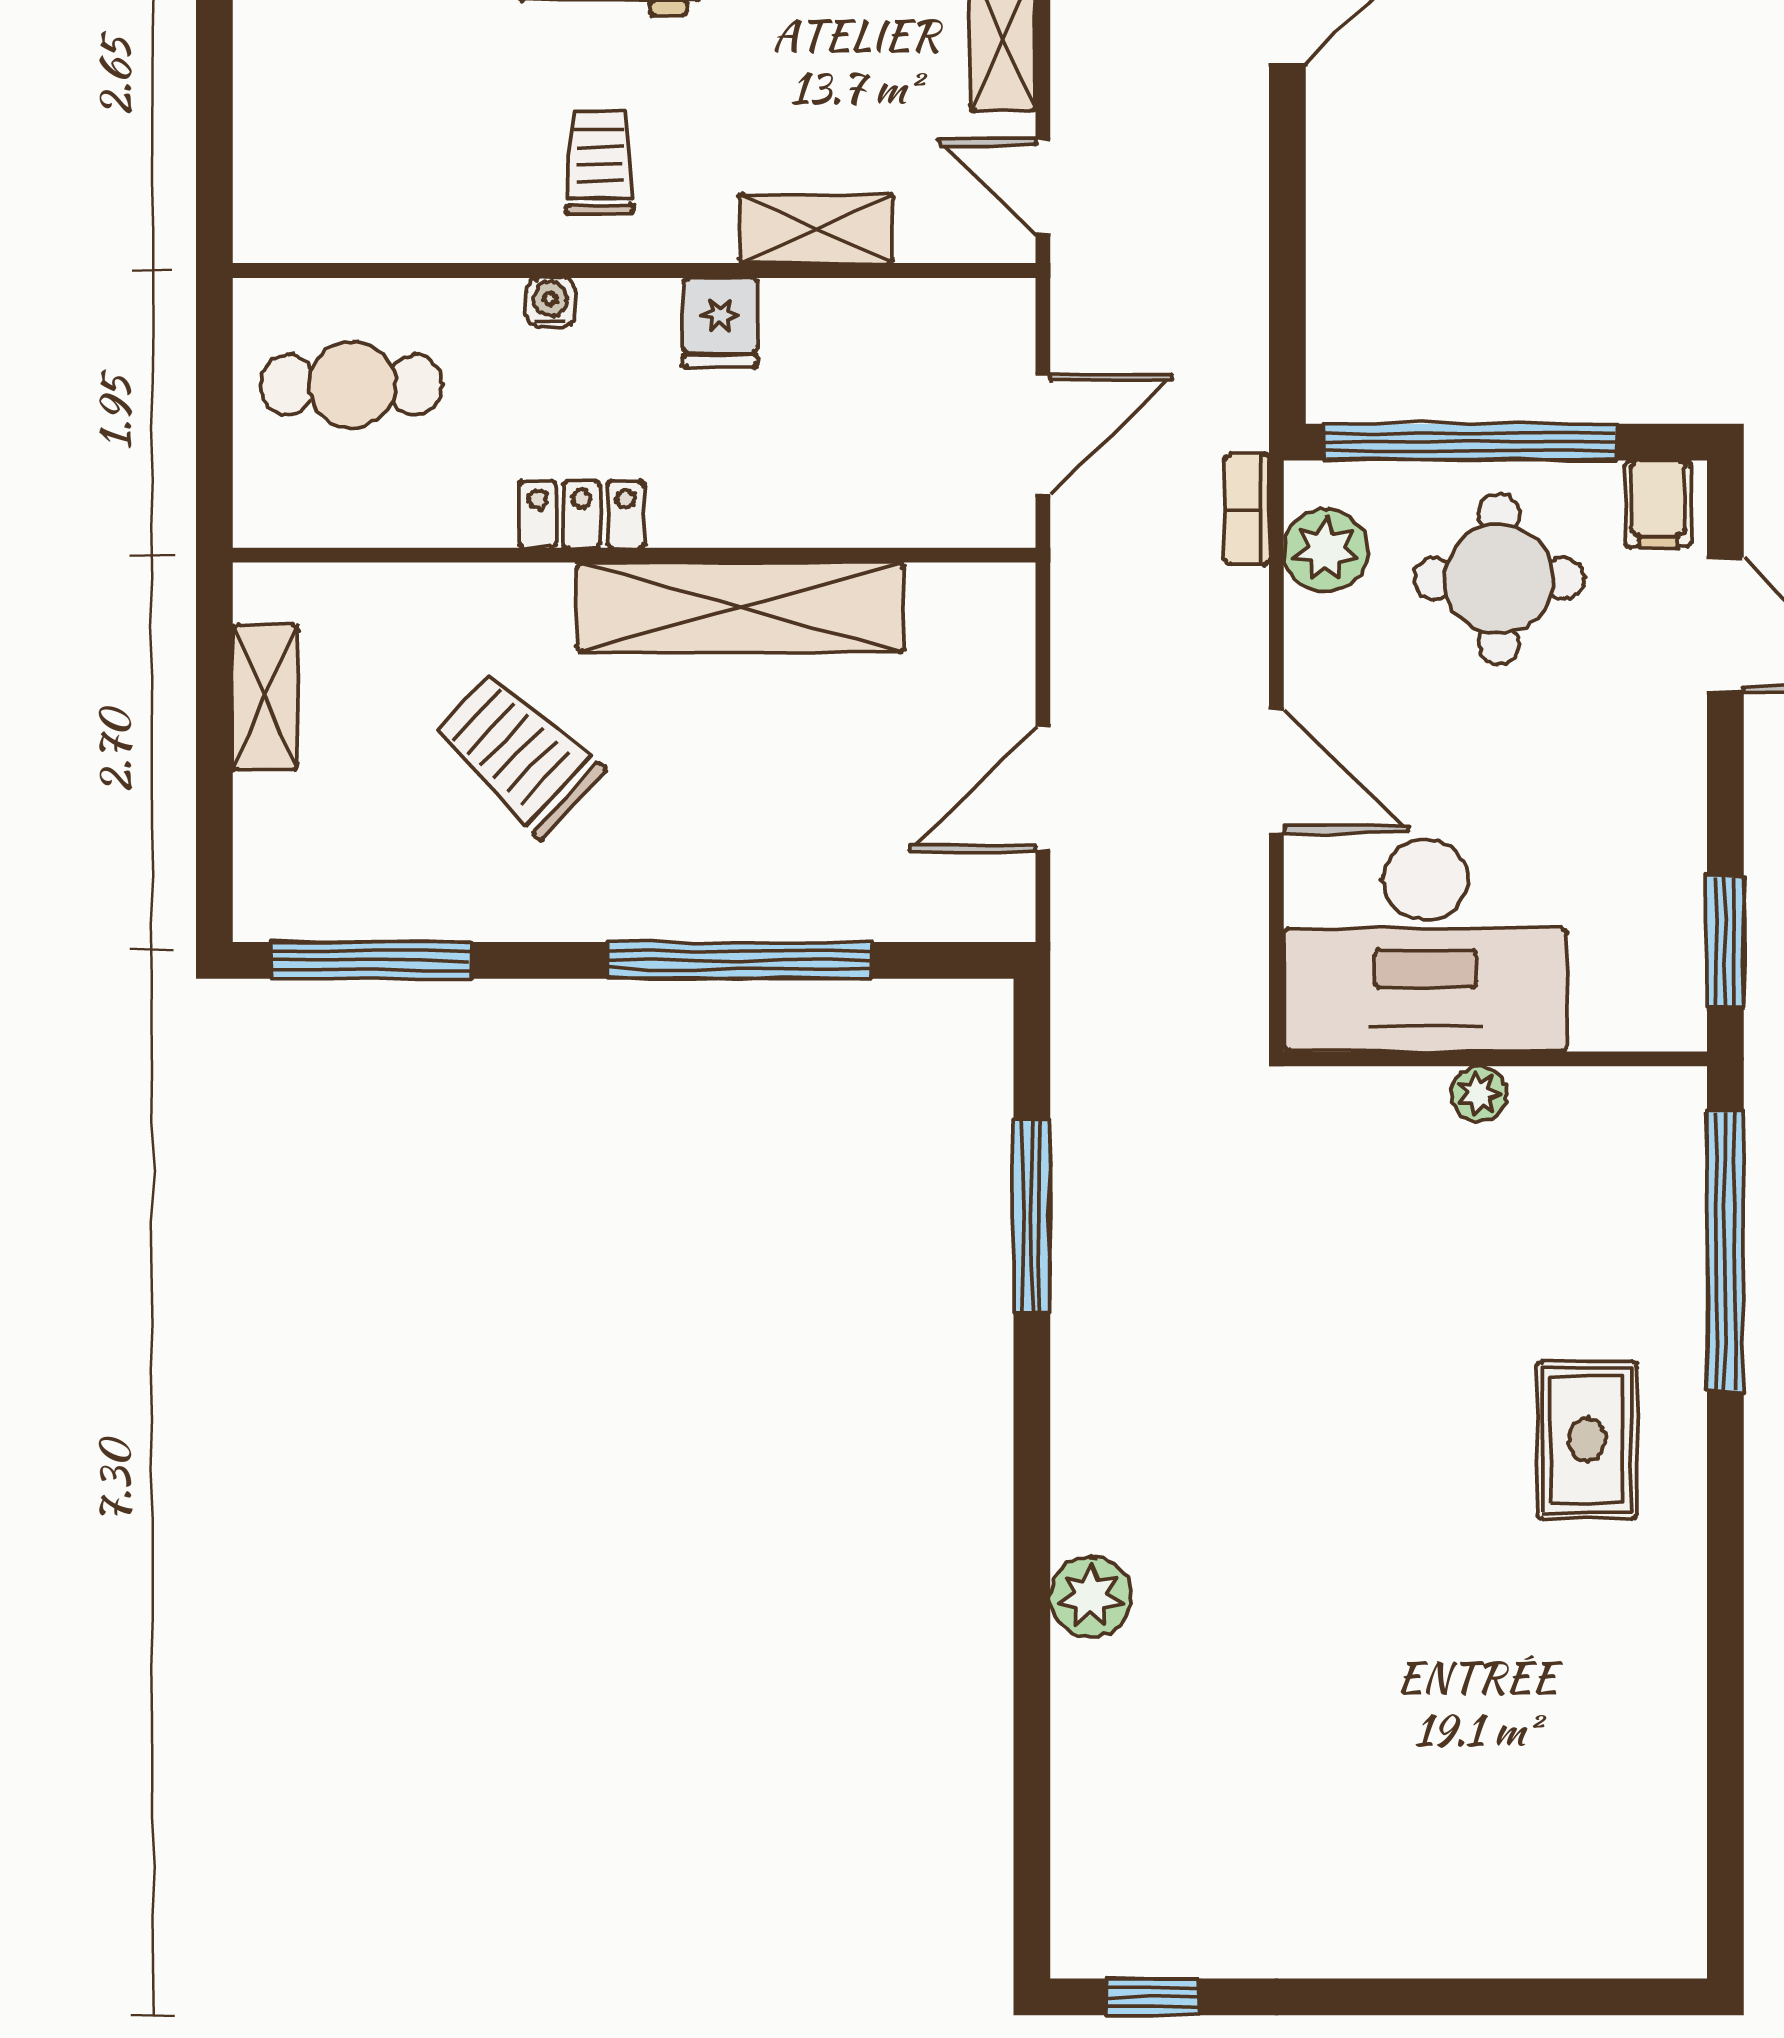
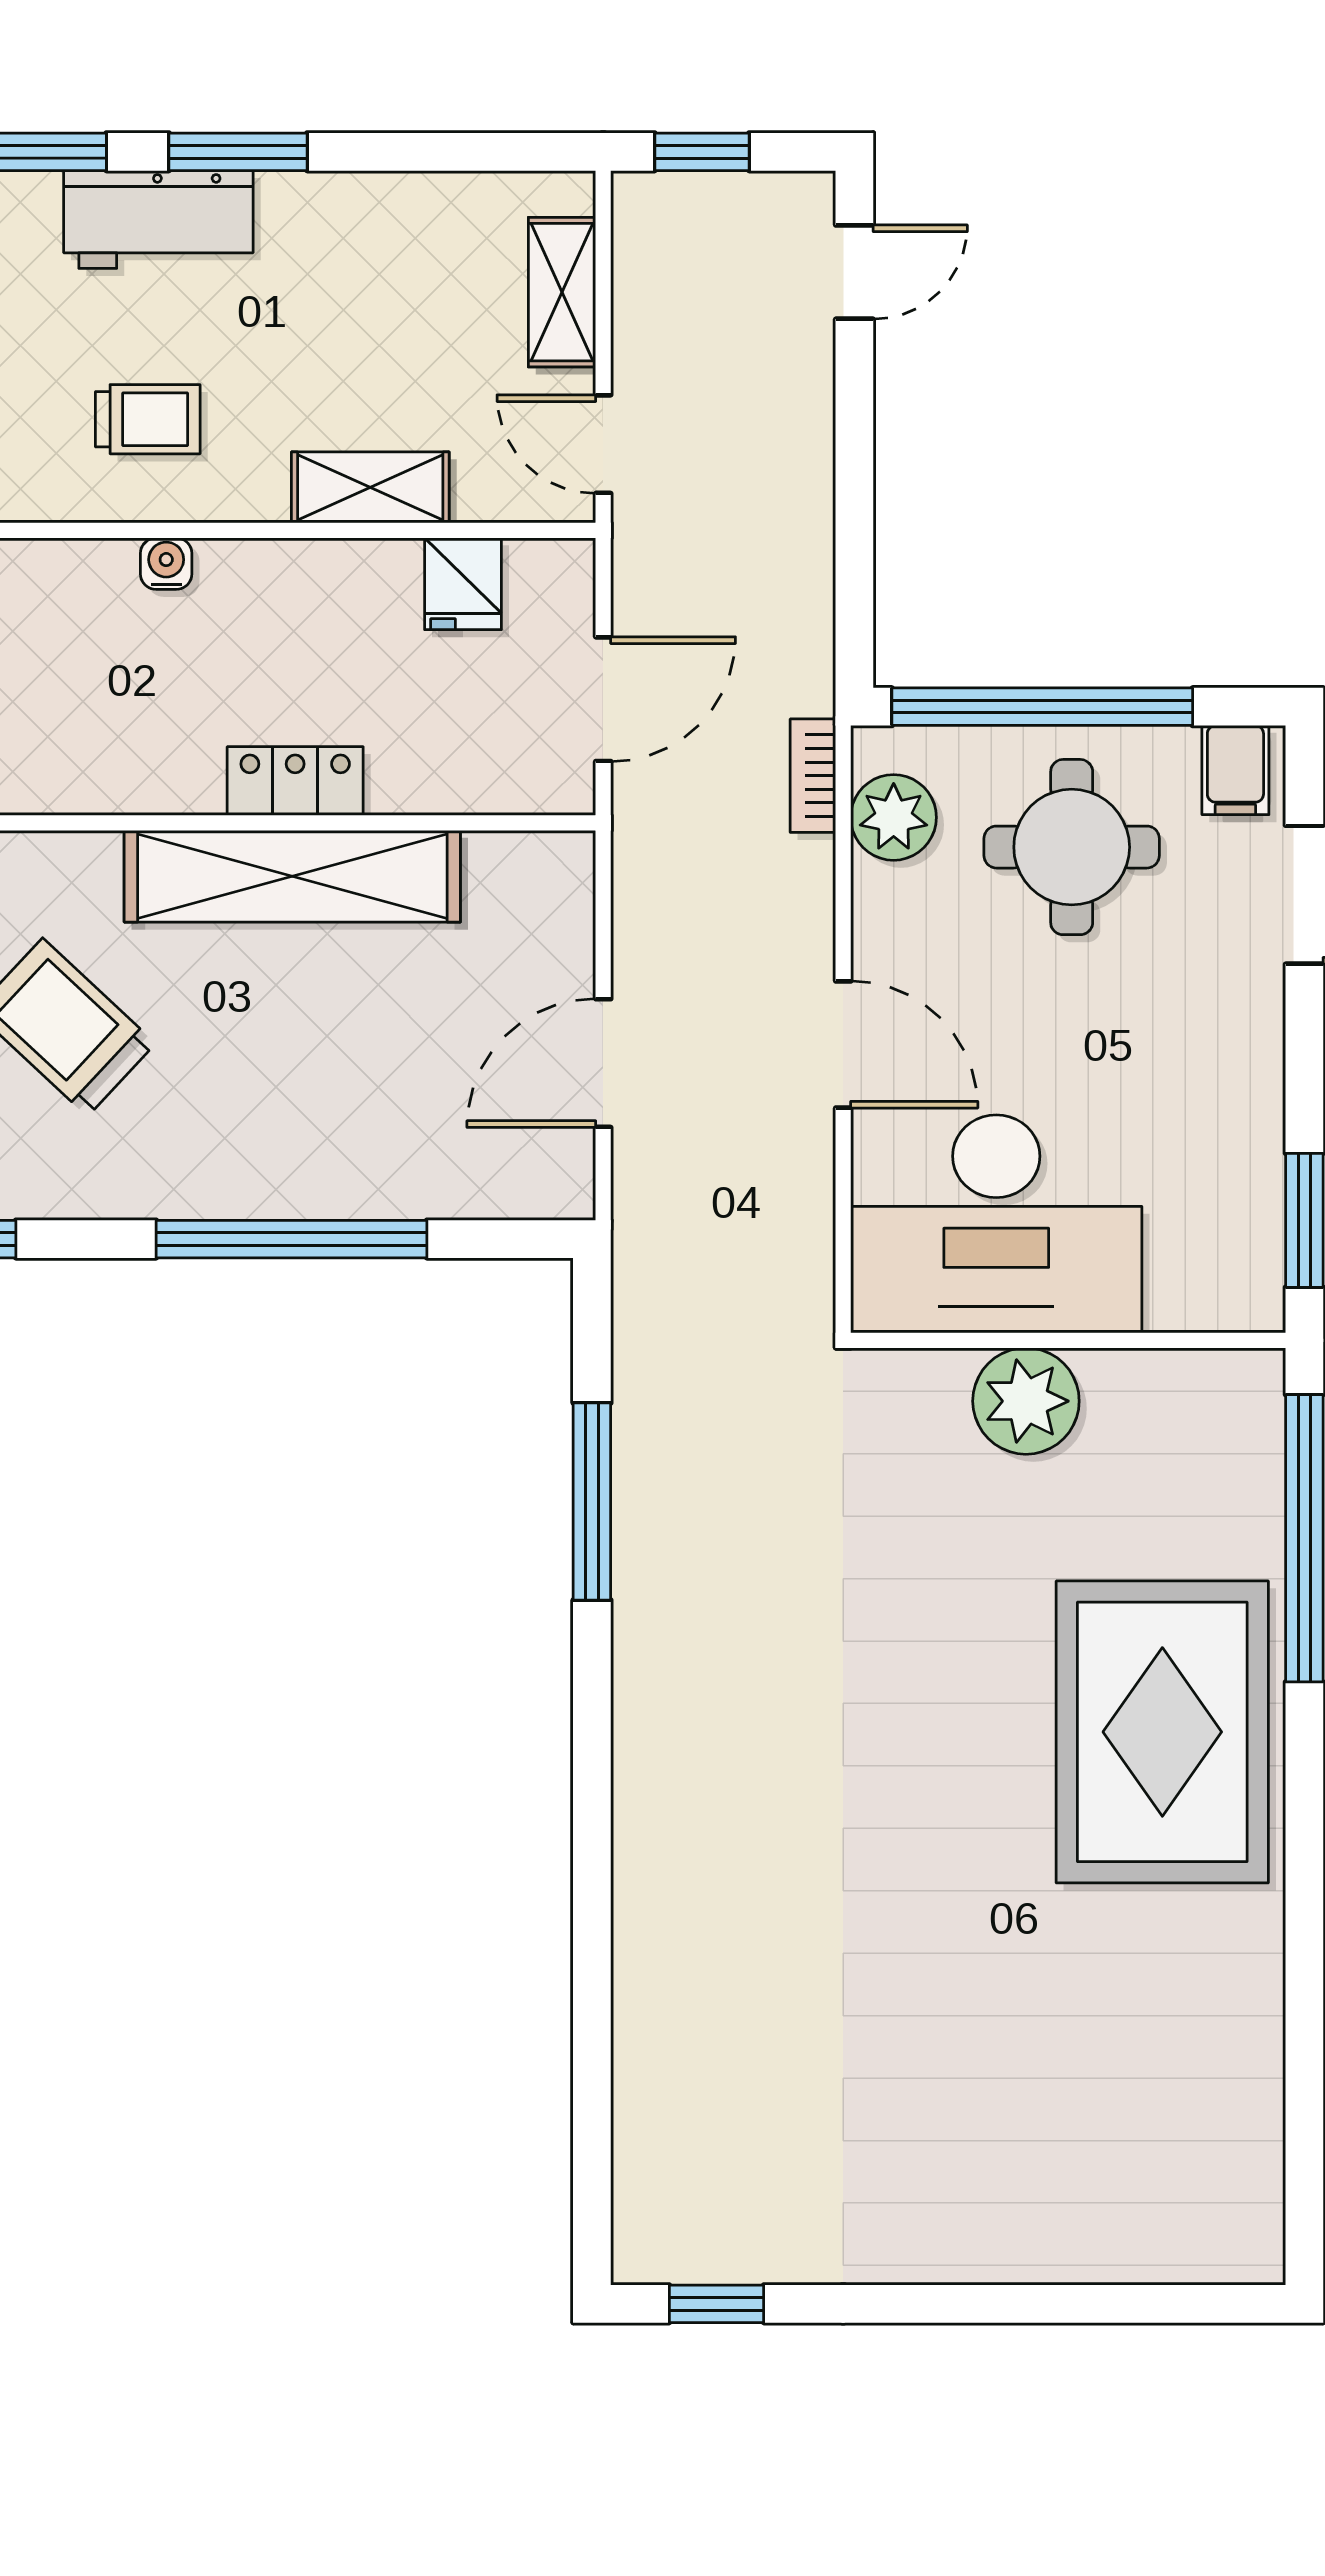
trolley: (599, 162) -> (148, 419), turned 90
water cooler: (550, 303) -> (166, 564), moved
fridge: (720, 322) -> (463, 584), moved
locker: (582, 514) -> (295, 781), moved
plant: (1479, 1094) -> (1026, 1401), width x1.88, depth x1.88
rug: (1587, 1440) -> (1162, 1732), width x1.86, depth x2.06
plant: (1091, 1597) -> (653, 1893), removed

